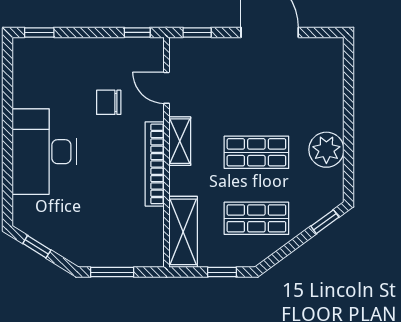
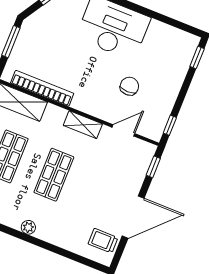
trolley: (314, 58) -> (103, 241), added
plant: (326, 150) -> (28, 227), width x0.53, depth x0.53
bookcase: (155, 164) -> (42, 88), moved

